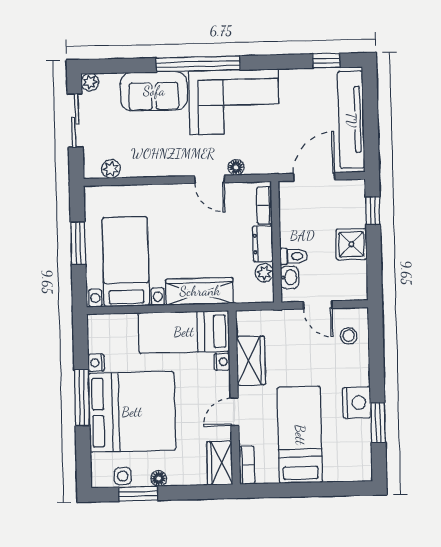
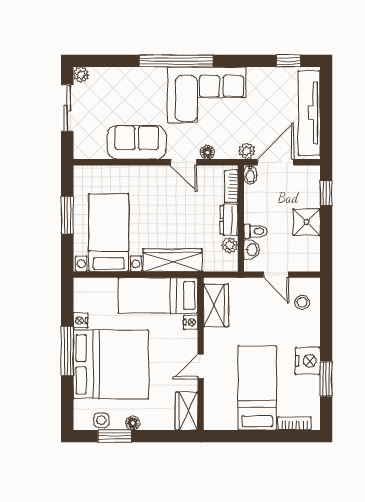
sofa: (154, 91) -> (137, 142), moved, turned 180
plant: (111, 169) -> (247, 151), moved
bidet: (286, 192) -> (250, 175), added
wardrobe: (251, 361) -> (216, 305), moved
bookcase: (247, 465) -> (295, 423), moved, turned -90

